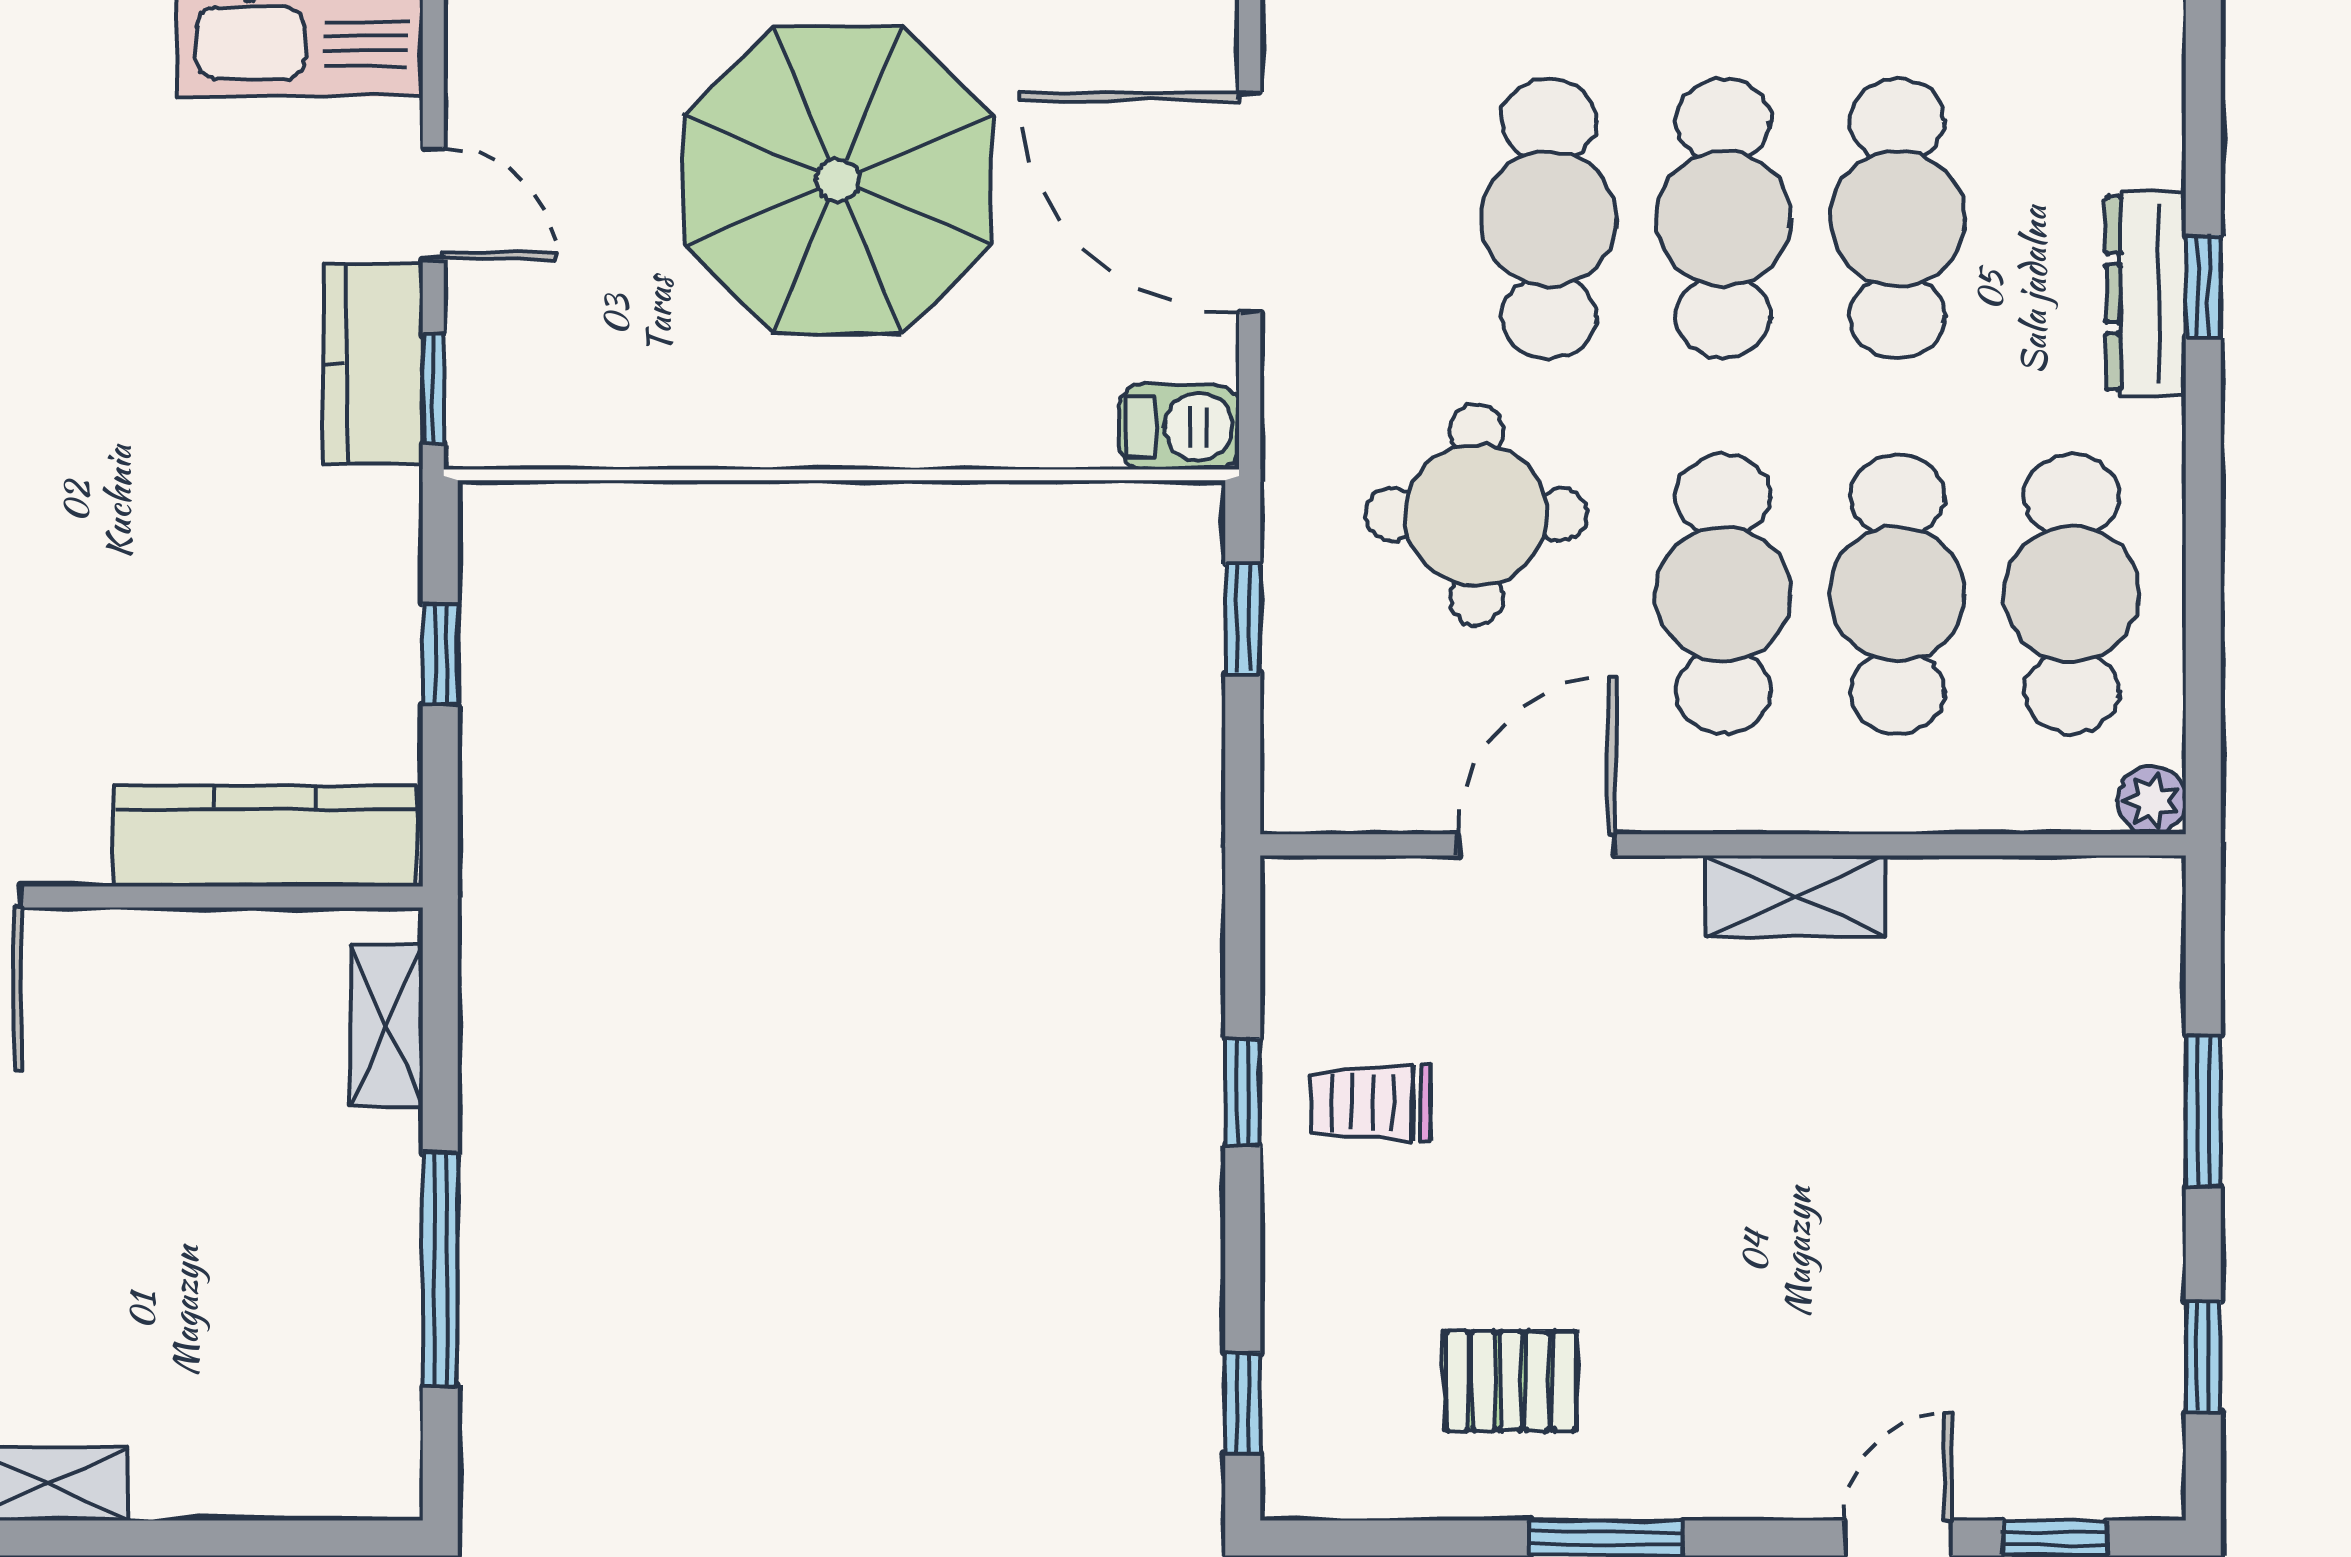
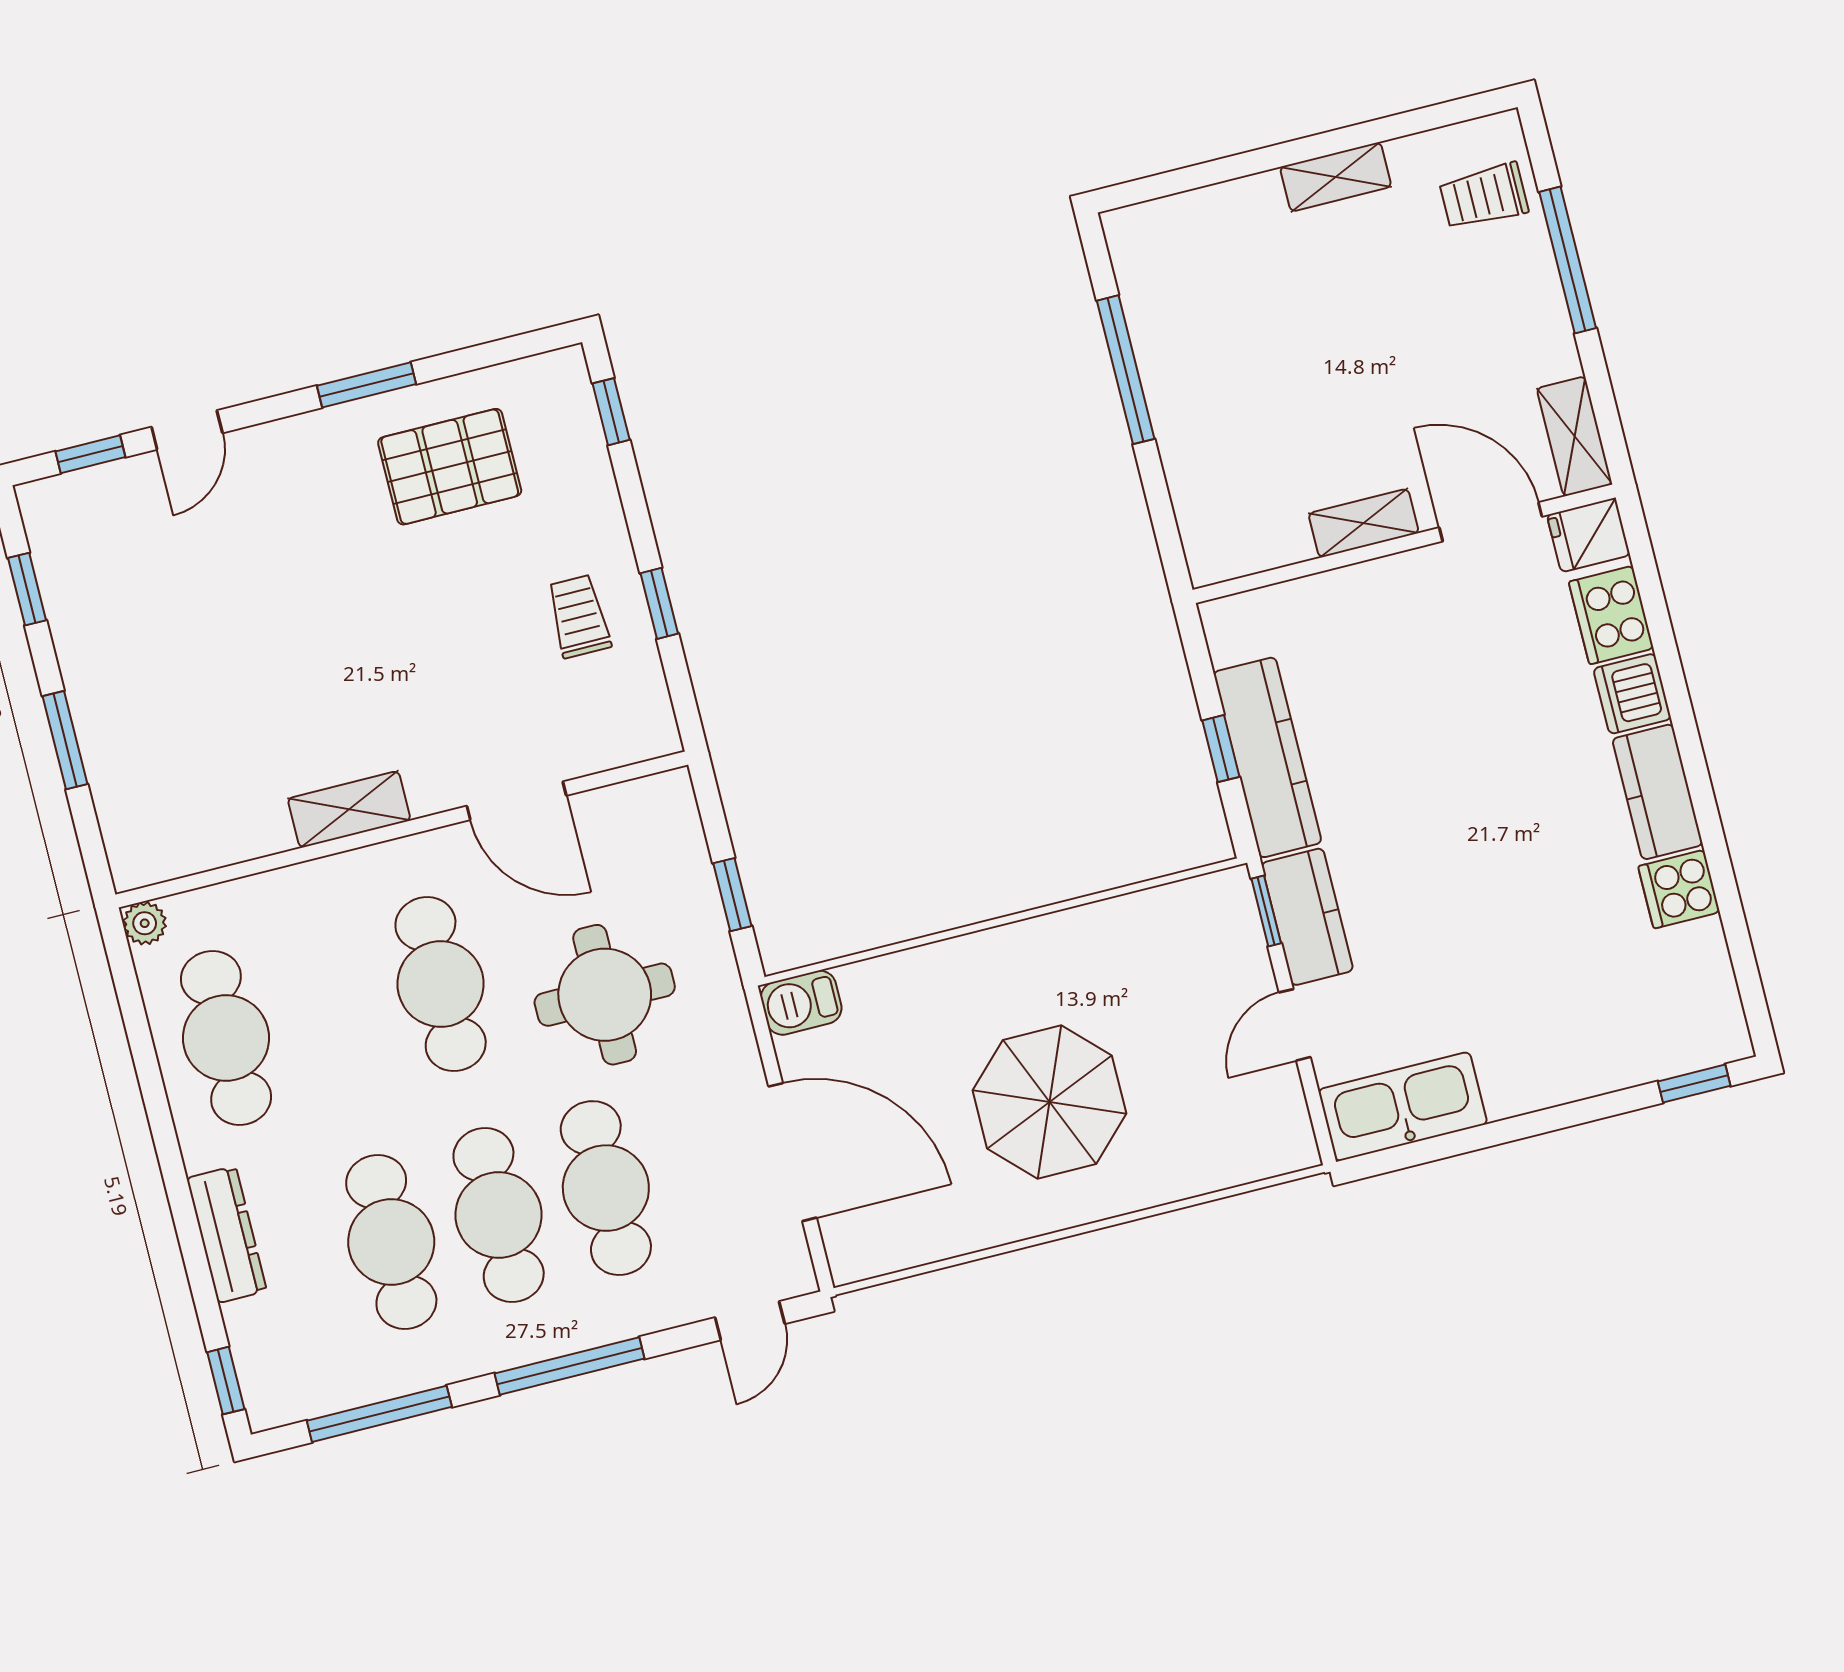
parasol: (838, 180) -> (1049, 1102), width x0.73, depth x0.73
door: (433, 204) -> (1295, 1025), hinge flipped
window: (2203, 286) -> (226, 1381), moved
cafe table: (1897, 594) -> (333, 1011), removed
kitchen counter: (265, 836) -> (1268, 757), moved, turned -90
door: (1537, 845) -> (516, 801), hinge flipped
shelving: (386, 1026) -> (1364, 523), moved, turned 90
trolley: (1371, 1103) -> (579, 616), turned -90
pallet: (1511, 1381) -> (450, 467), width x1.50, depth x1.42

